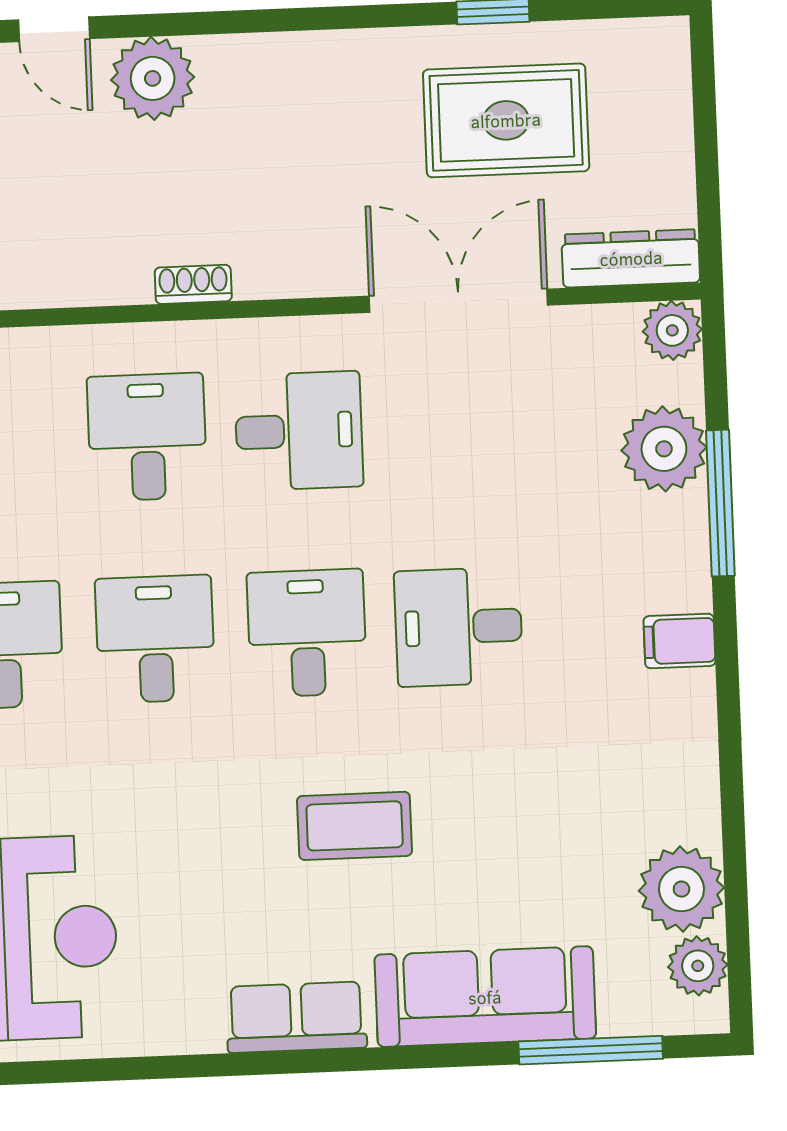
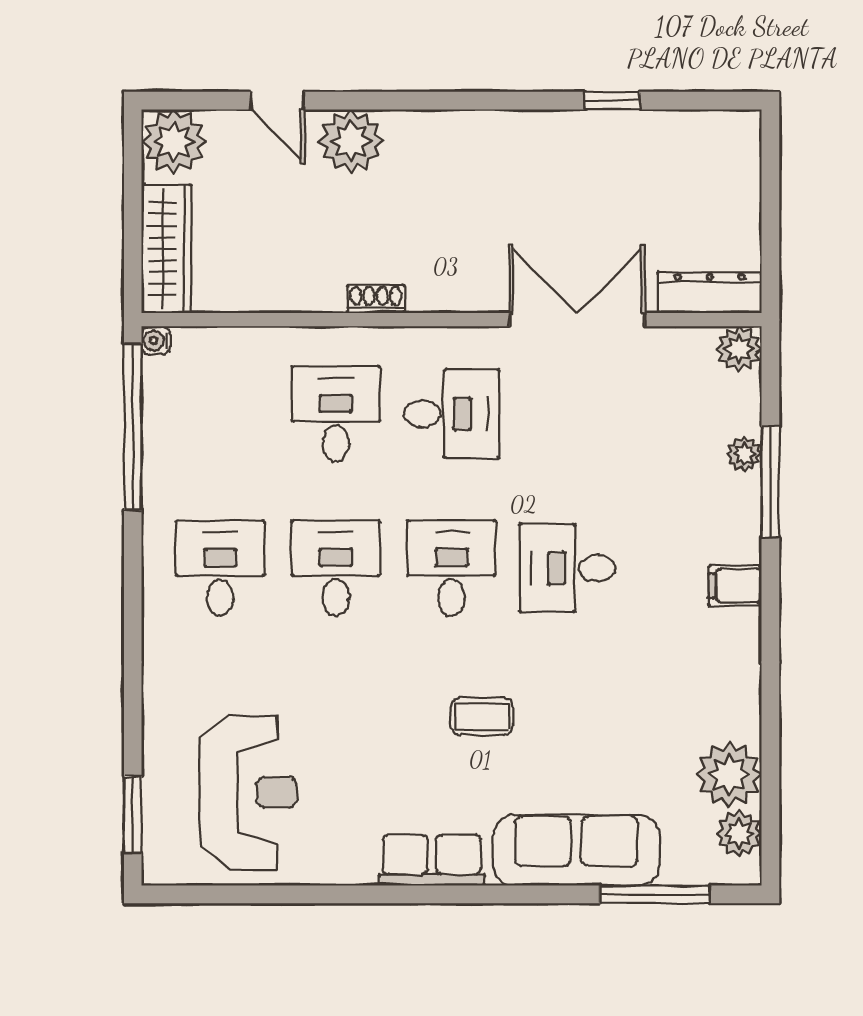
rug: (506, 120) -> (619, 184), removed
plant: (664, 449) -> (744, 454), width x0.53, depth x0.53
coffee table: (355, 826) -> (482, 716), width x0.73, depth x0.77

